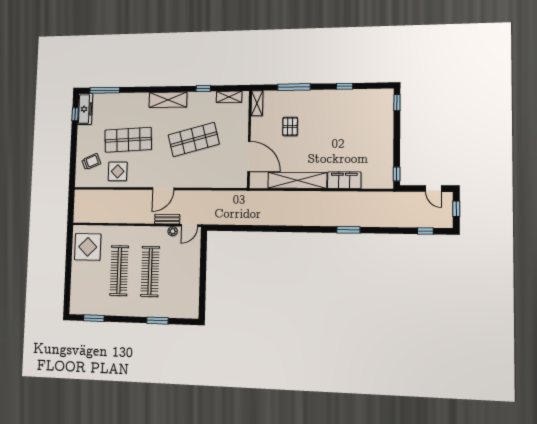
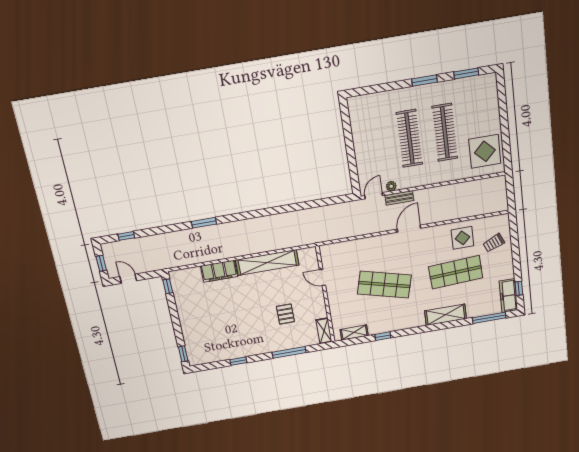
shelving: (168, 100) -> (446, 315), moved
shop shelf: (194, 139) -> (384, 285), turned 30
door: (249, 156) -> (322, 278), width x0.53
window: (157, 321) -> (424, 81), moved

